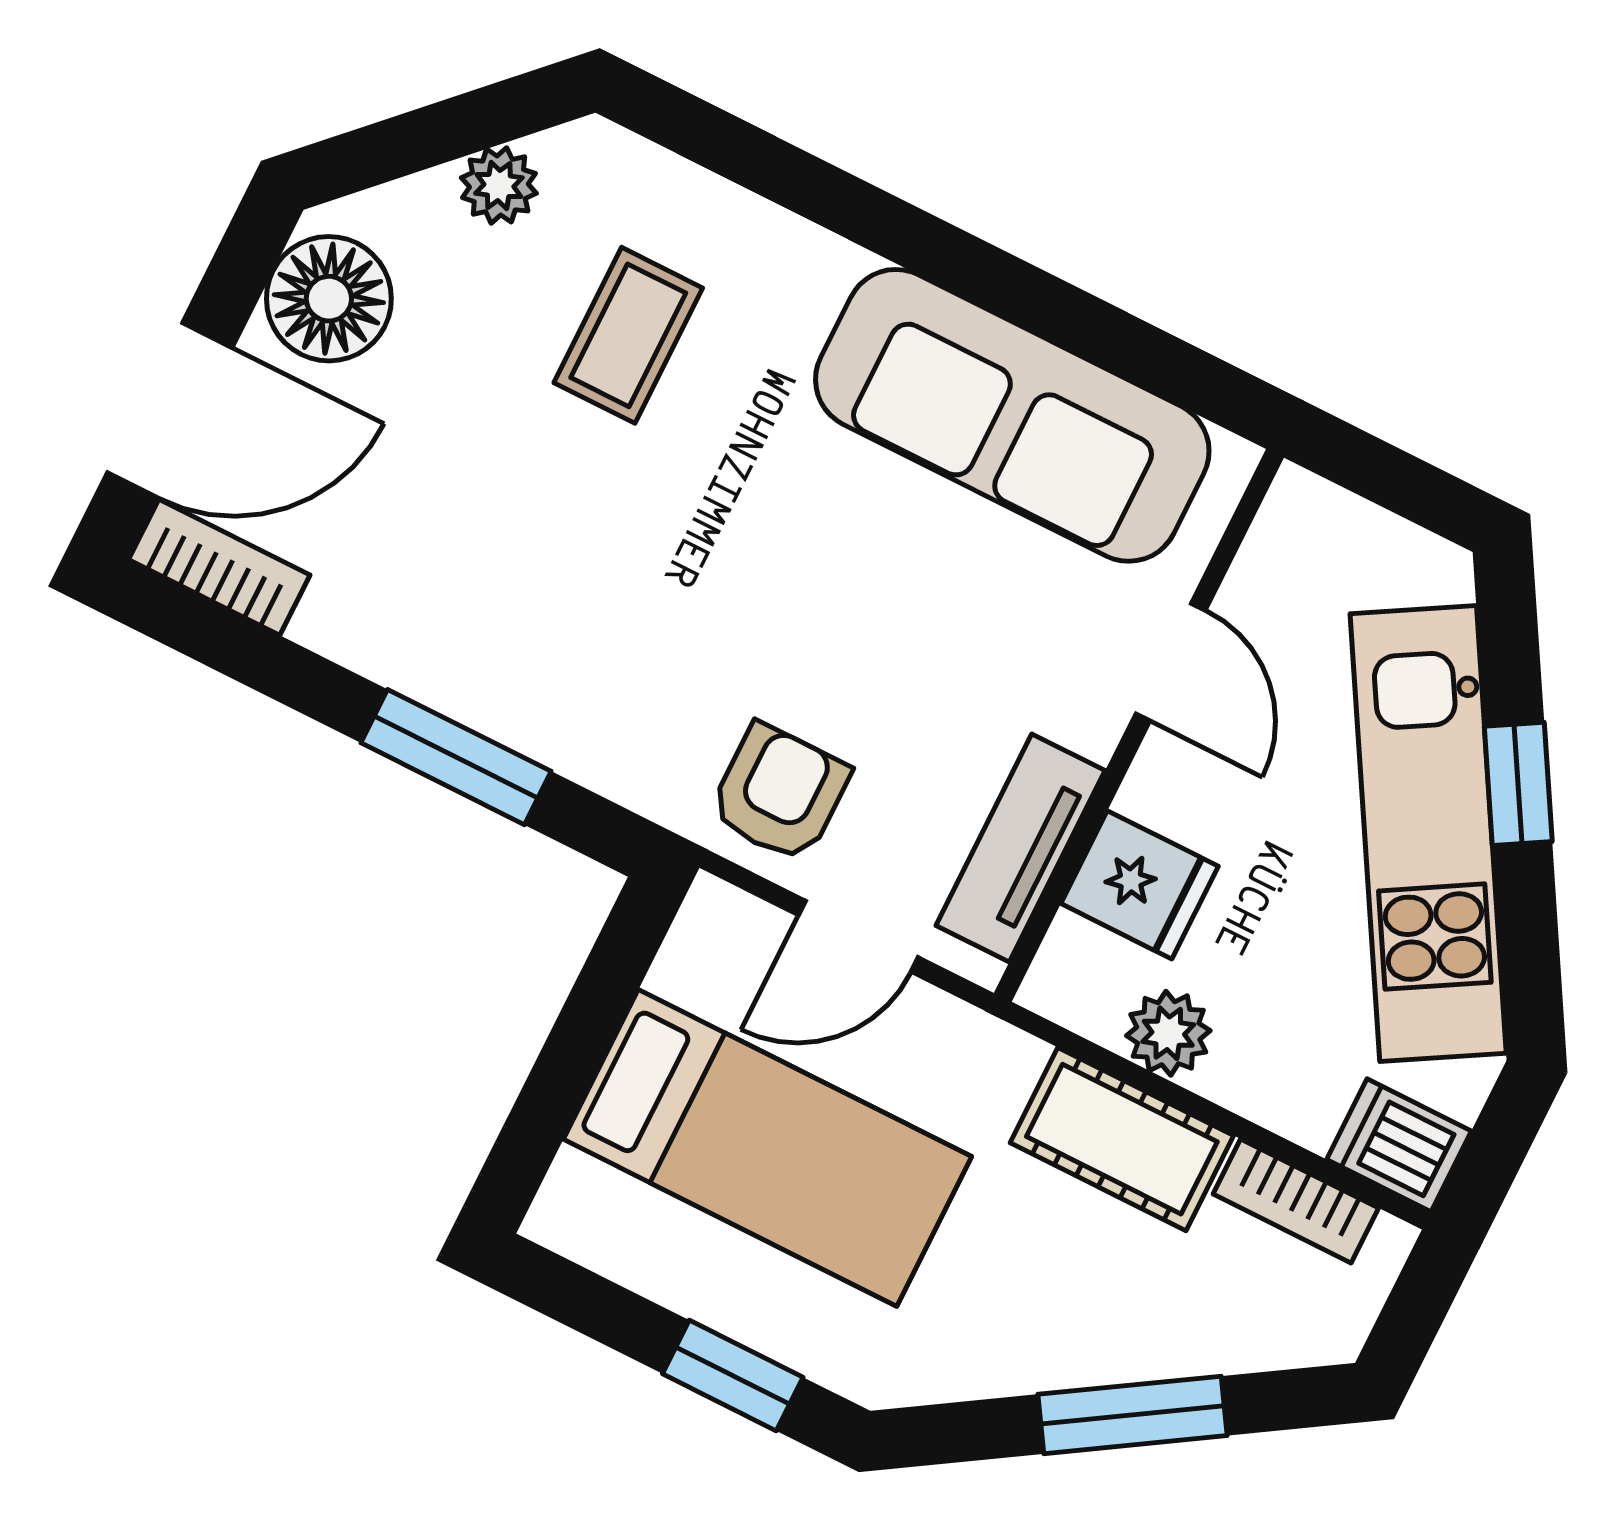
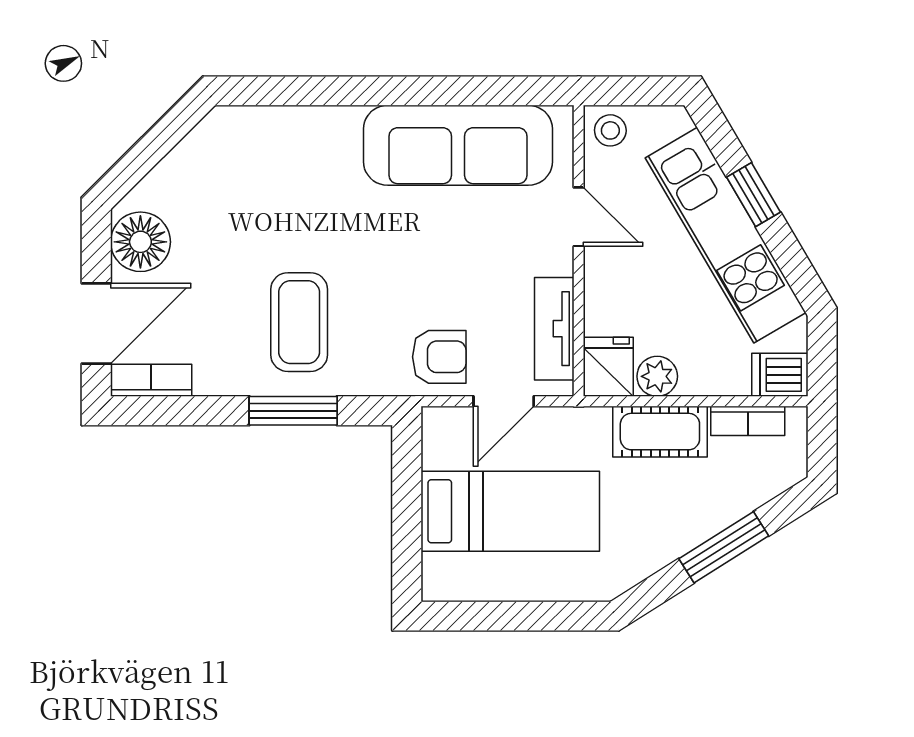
plant: (499, 185) -> (189, 157), removed
coffee table: (628, 335) -> (299, 322), moved, width x1.36, depth x1.30
stool: (1311, 530) -> (610, 130), added
armchair: (779, 793) -> (439, 357), turned 90
fridge: (1140, 885) -> (608, 367), moved, turned -90
window: (733, 1375) -> (544, 616), removed

